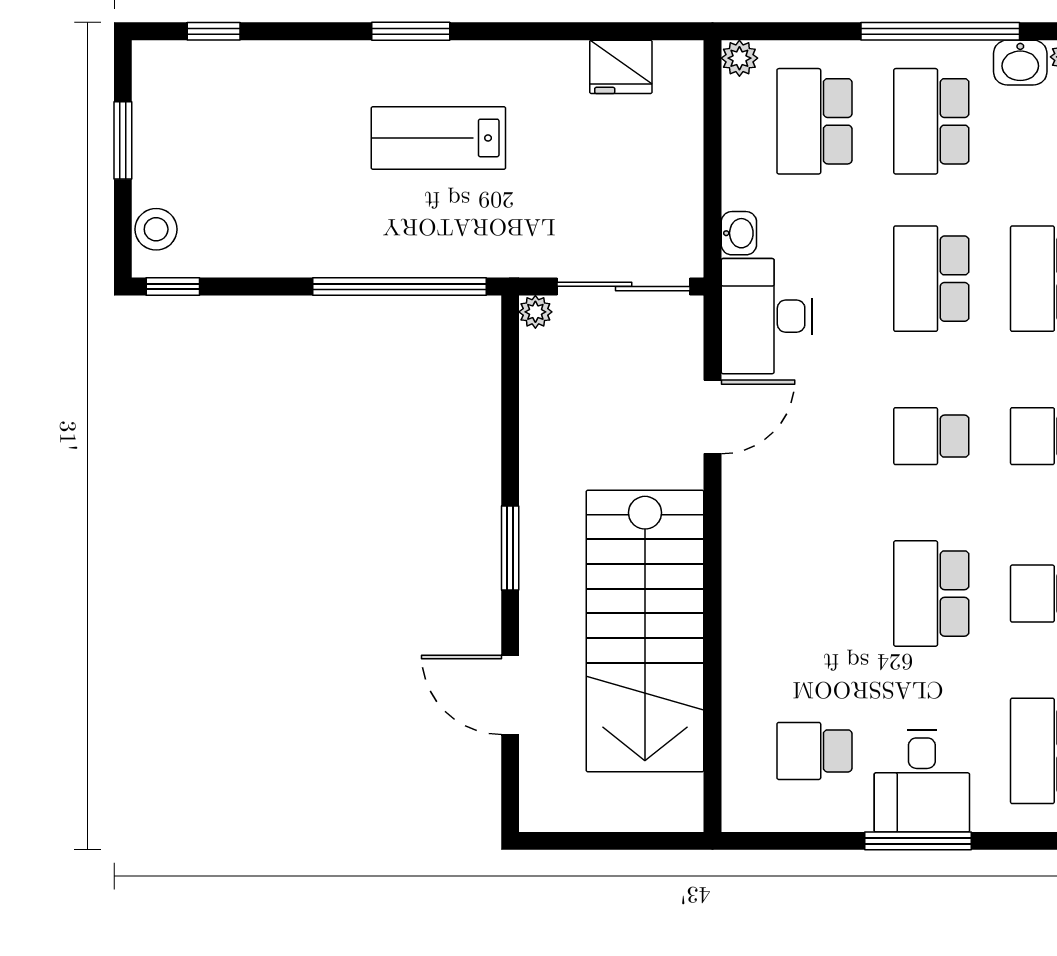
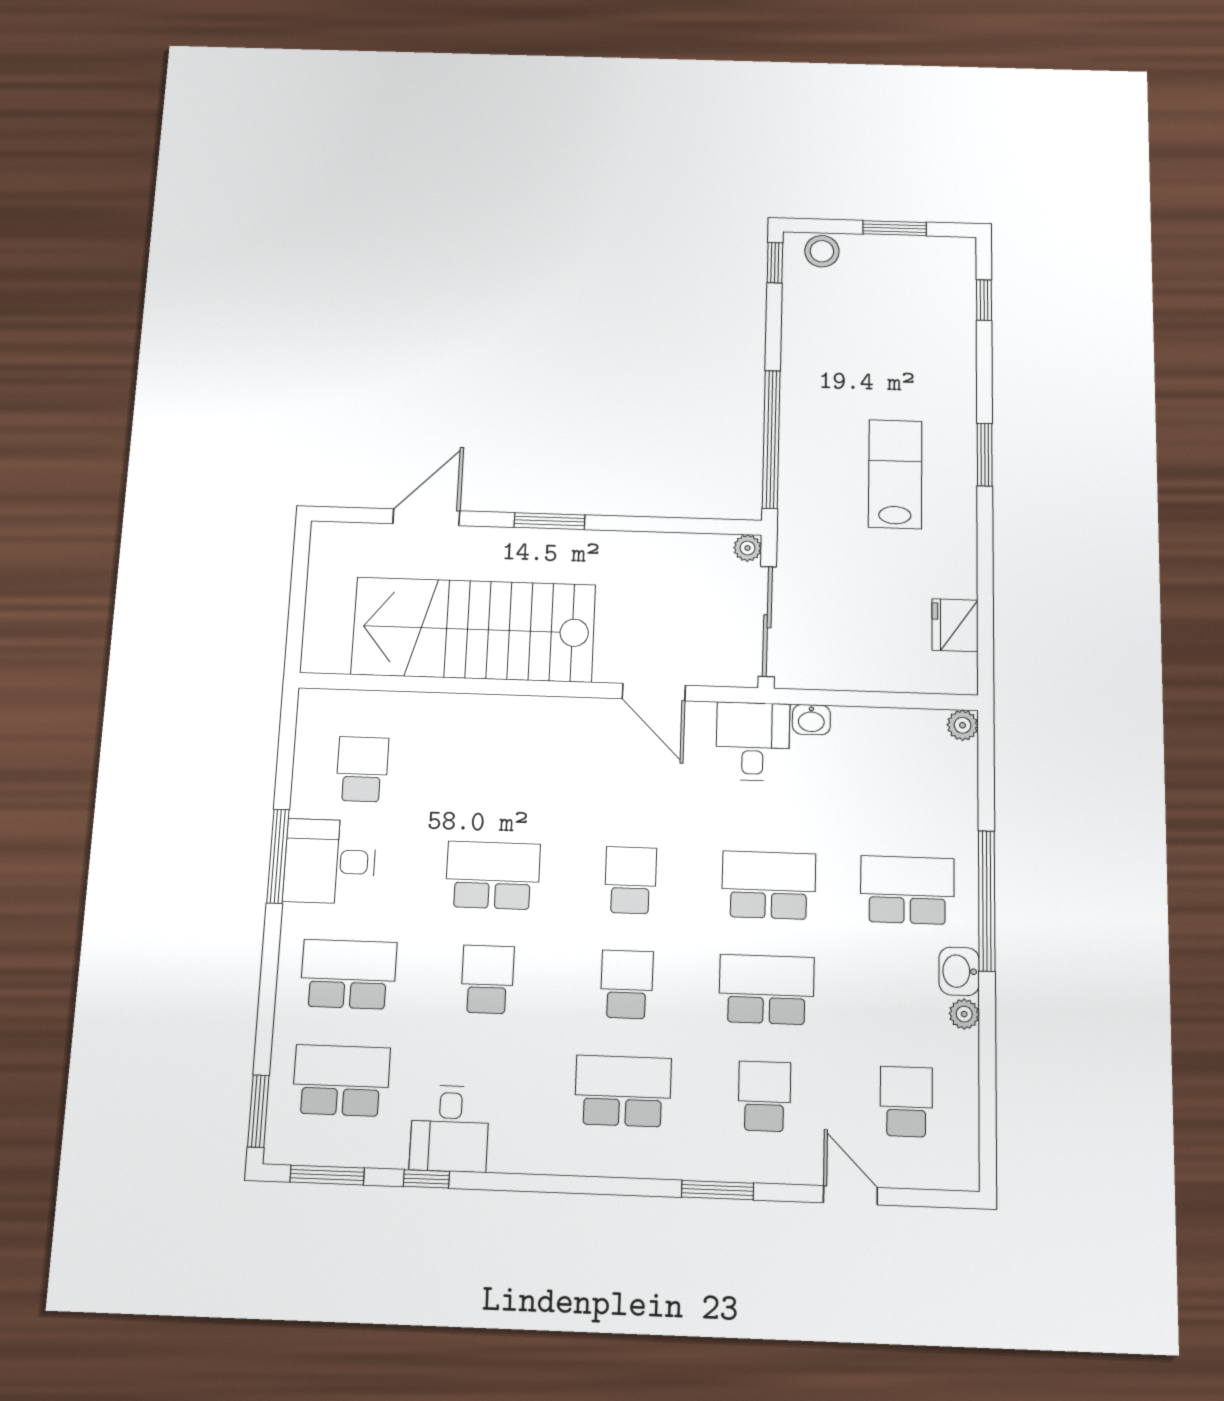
school desk: (815, 121) -> (908, 788), removed
desk: (767, 316) -> (753, 741), width x0.73

